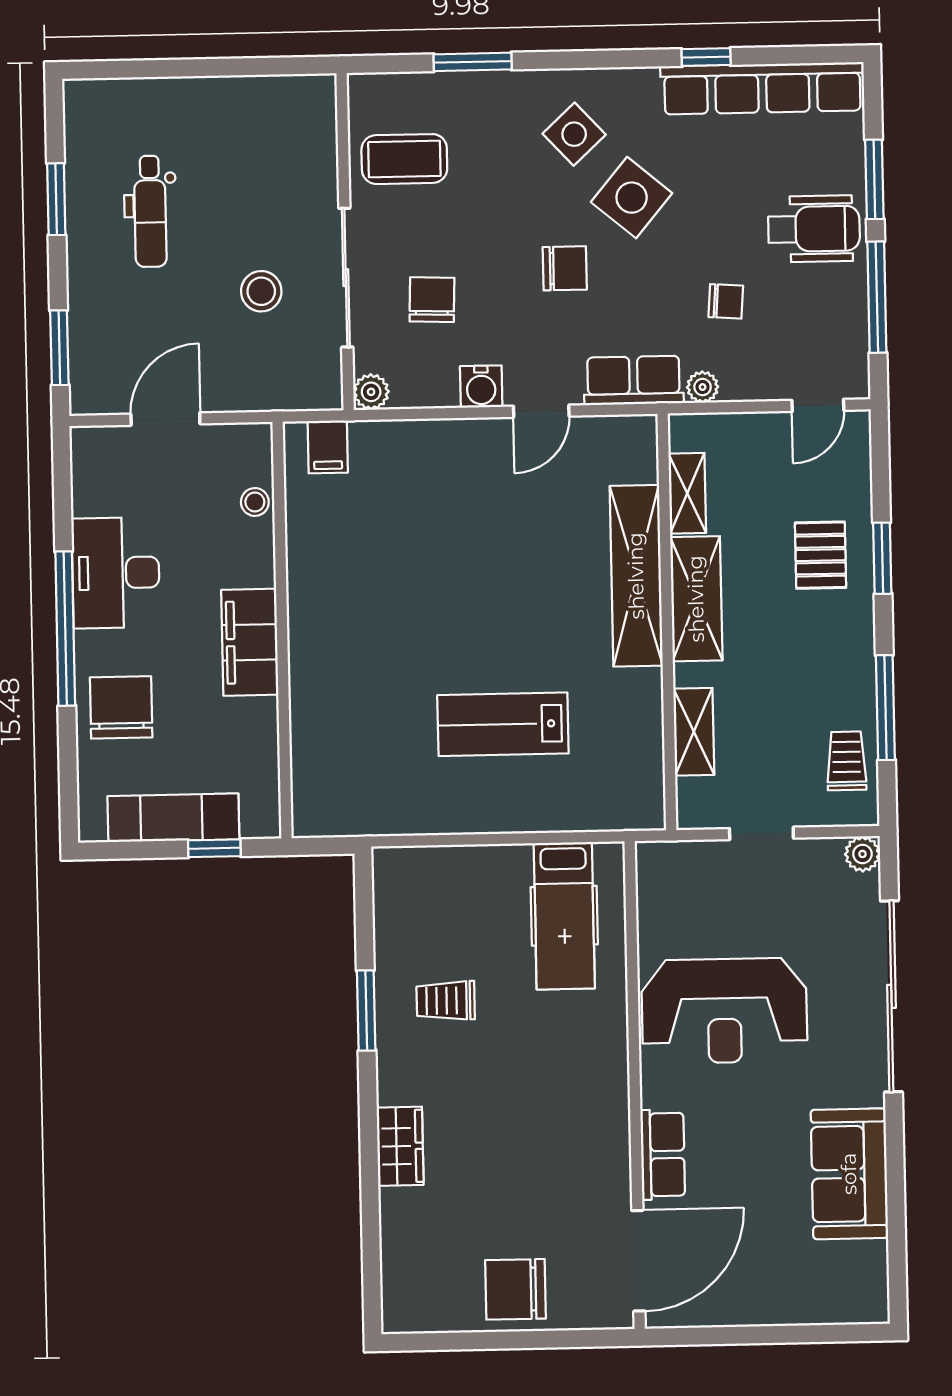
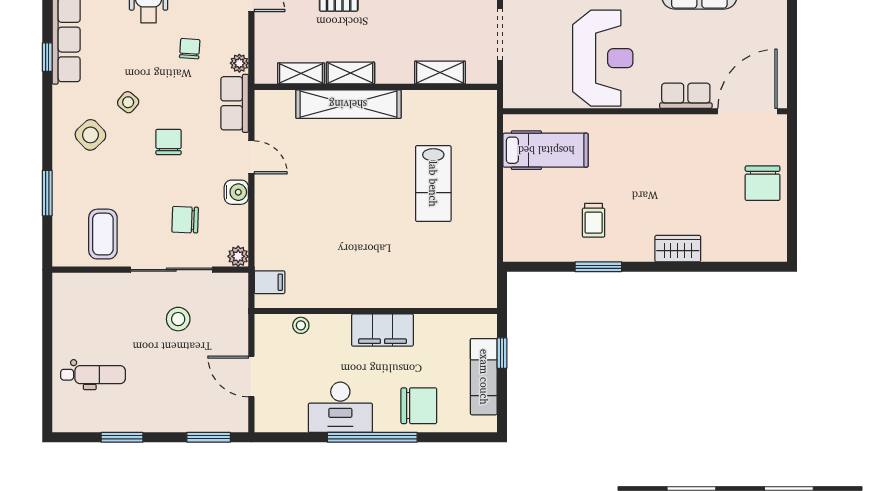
side table: (632, 198) -> (128, 102), width x0.54, depth x0.54
dental chair: (150, 211) -> (93, 375), moved
shelving: (696, 599) -> (350, 73), width x0.67, depth x0.75
chair: (121, 707) -> (419, 406), turned 180
doorway: (761, 833) -> (500, 34), width x1.38
door: (638, 1261) -> (747, 111), hinge flipped

